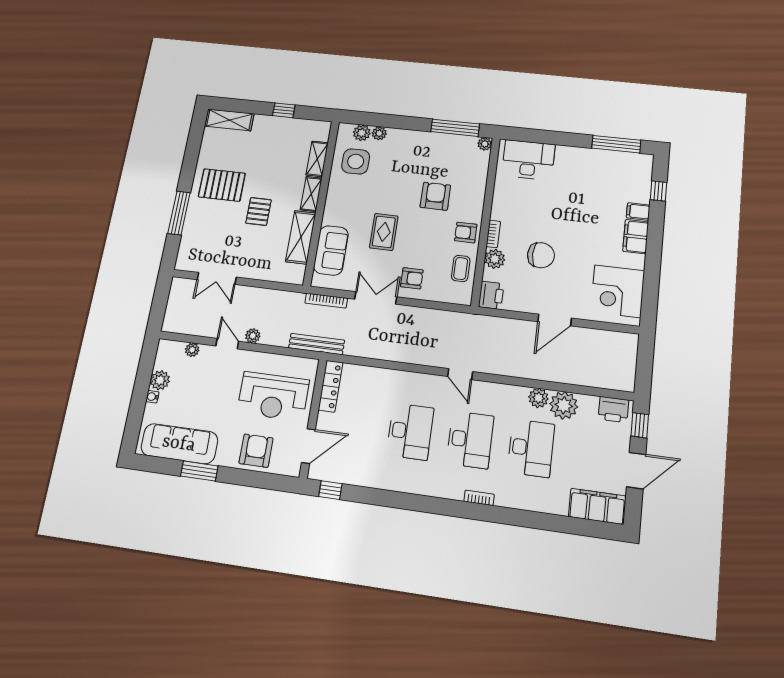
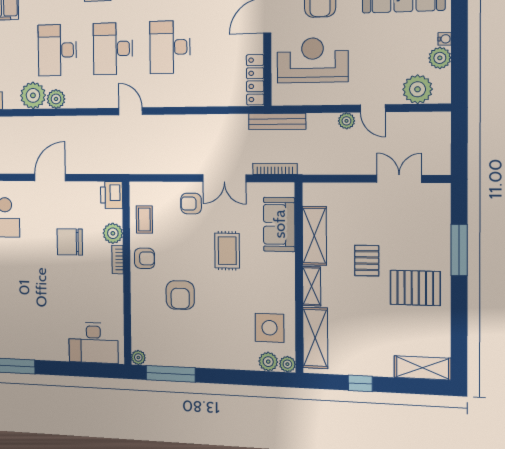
plant: (379, 133) -> (287, 364), moved
shelving: (317, 159) -> (315, 338), width x1.50, depth x1.33
plant: (192, 350) -> (418, 89), width x1.88, depth x1.88

